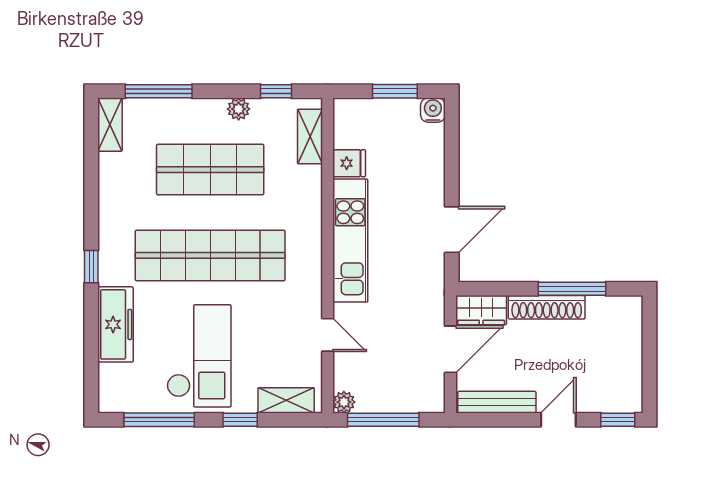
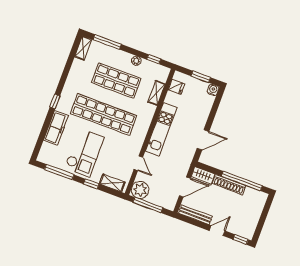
shelving: (310, 136) -> (157, 93), moved
fridge: (349, 163) -> (176, 87), moved
window: (572, 289) -> (242, 181), width x1.46
plant: (344, 402) -> (140, 190), width x1.88, depth x1.88

